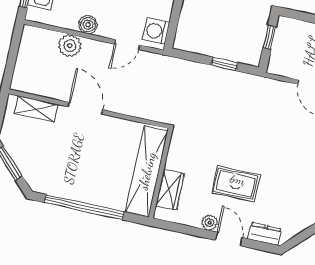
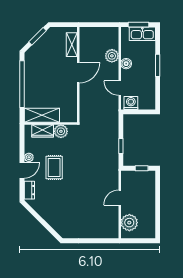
plant: (178, 159) -> (61, 131), added
shelving: (147, 171) -> (42, 115), width x0.68

